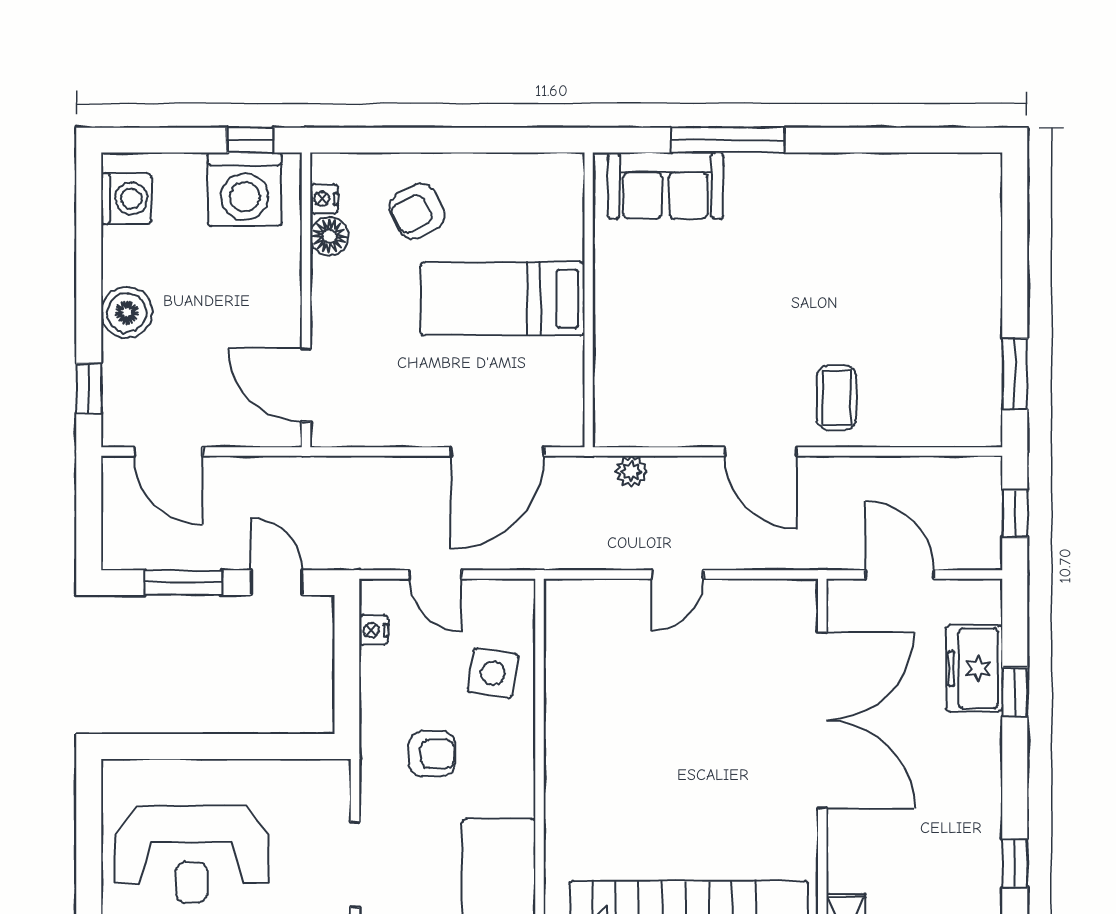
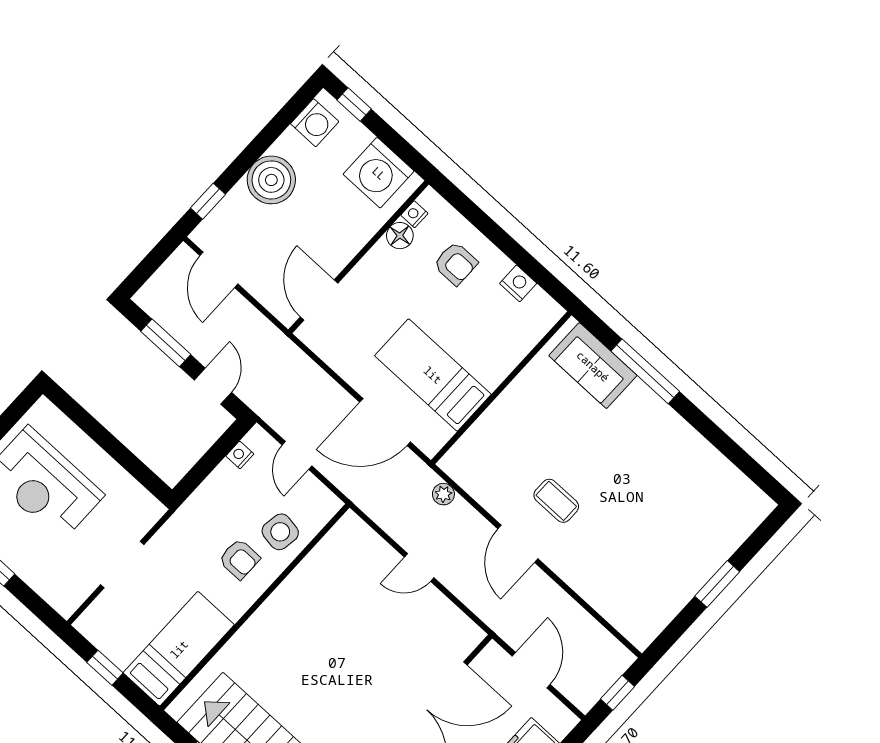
window: (250, 140) -> (354, 105), moved
nightstand: (504, 171) -> (518, 283), added
armchair: (417, 211) -> (456, 264), turned -153
bed: (502, 299) -> (433, 375), moved
boiler: (127, 312) -> (271, 180), width x1.37, depth x1.37
window: (1015, 374) -> (717, 584), moved
coffee table: (836, 398) -> (556, 501), moved, turned 90
armchair: (432, 754) -> (239, 559), moved

